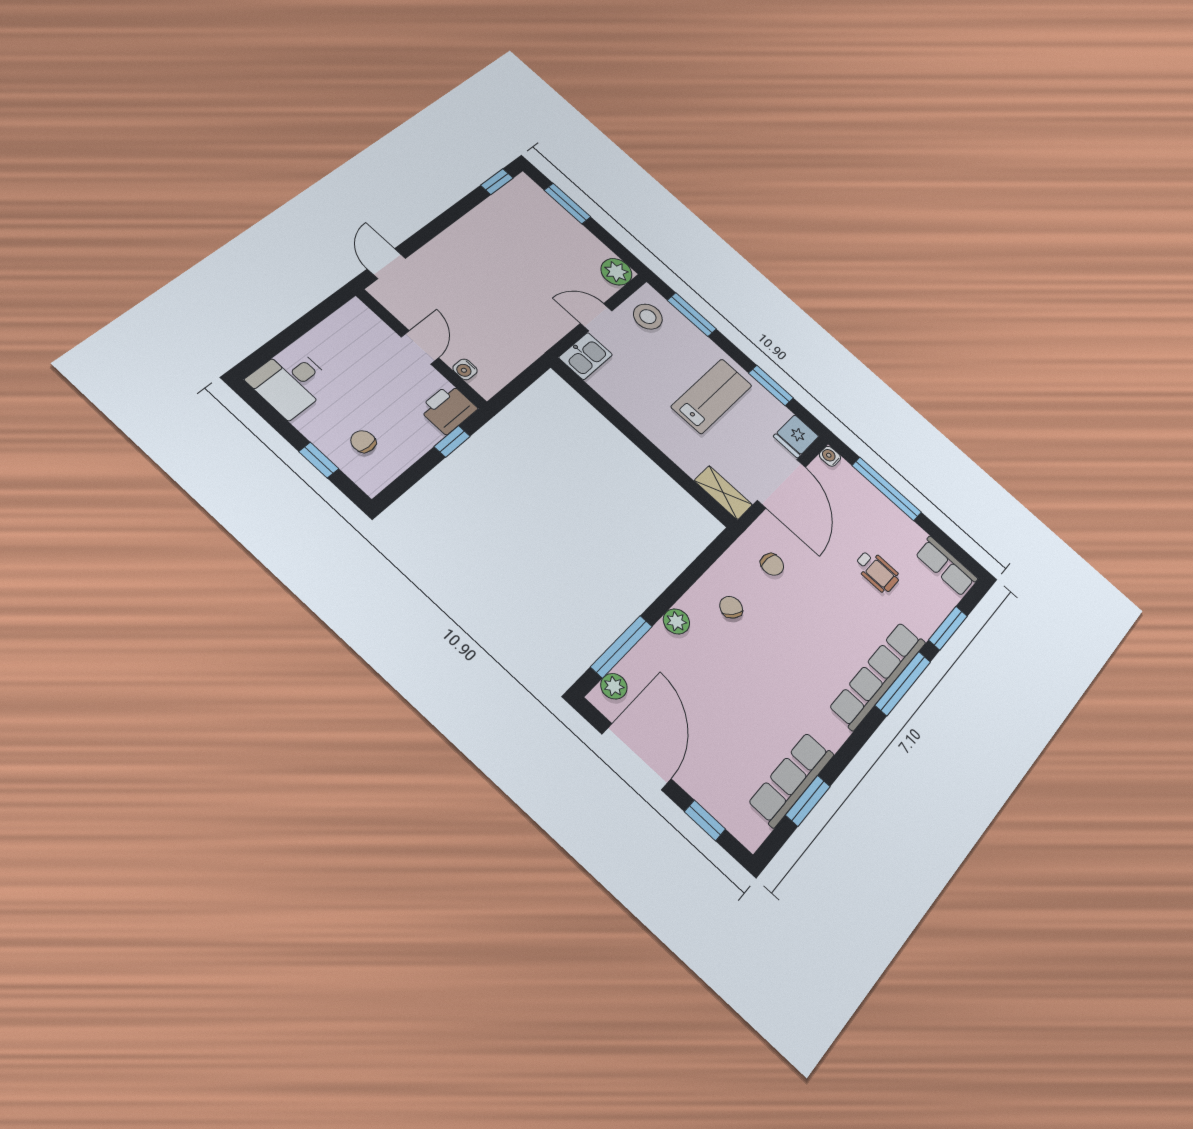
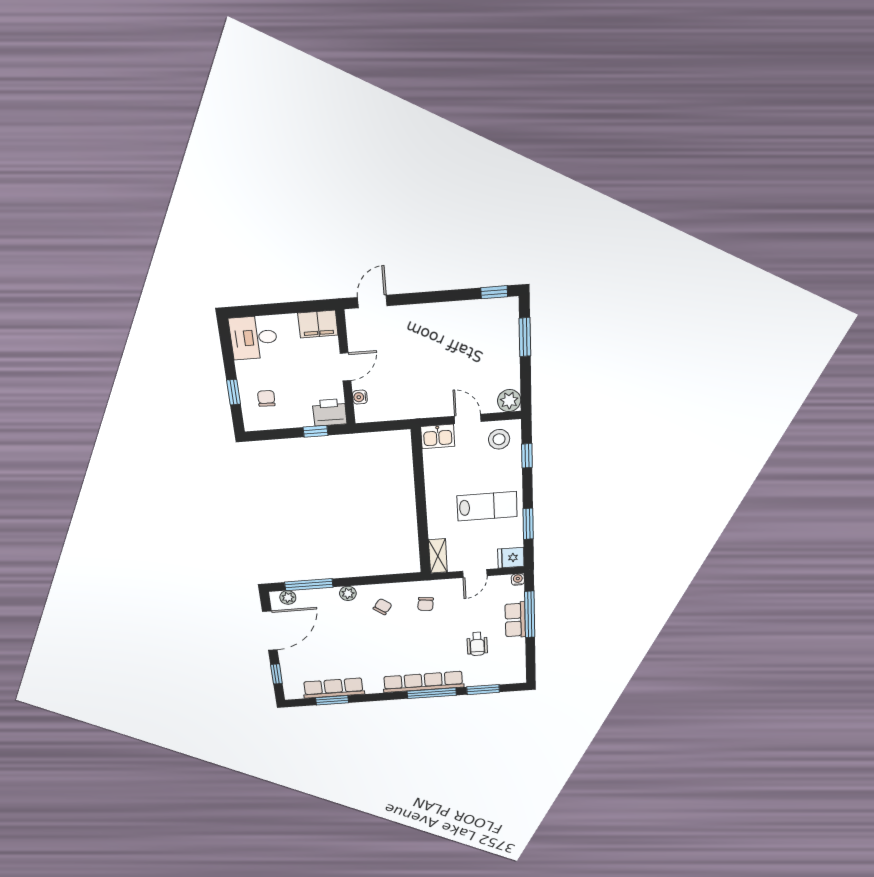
window: (692, 315) -> (527, 456), width x0.67
filing cabinet: (350, 322) -> (318, 324), added
door: (782, 484) -> (475, 573), width x0.53
row of seats: (946, 566) -> (515, 620), moved

